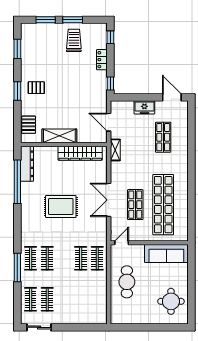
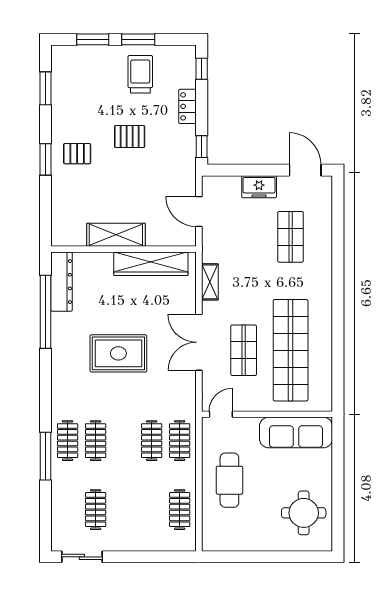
pallet: (29, 125) -> (130, 137), moved, turned 90
shelving: (115, 150) -> (210, 282), moved
clothes rail: (31, 299) -> (180, 510), moved

